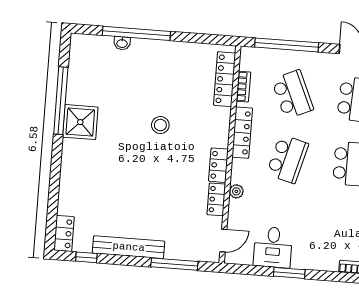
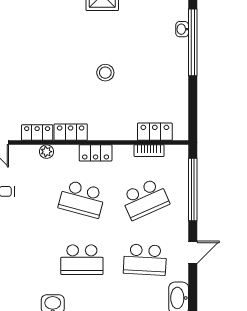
locker: (225, 79) -> (155, 132), width x0.66
locker: (242, 133) -> (96, 153), width x0.66

